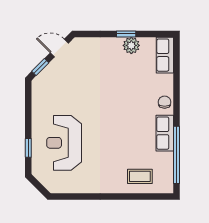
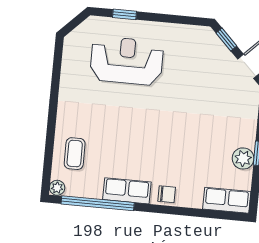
plant: (168, 187) -> (57, 188), added

